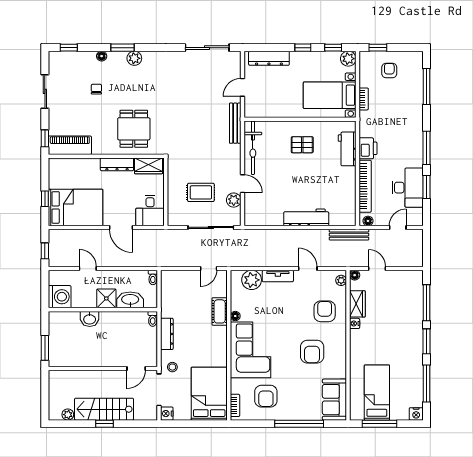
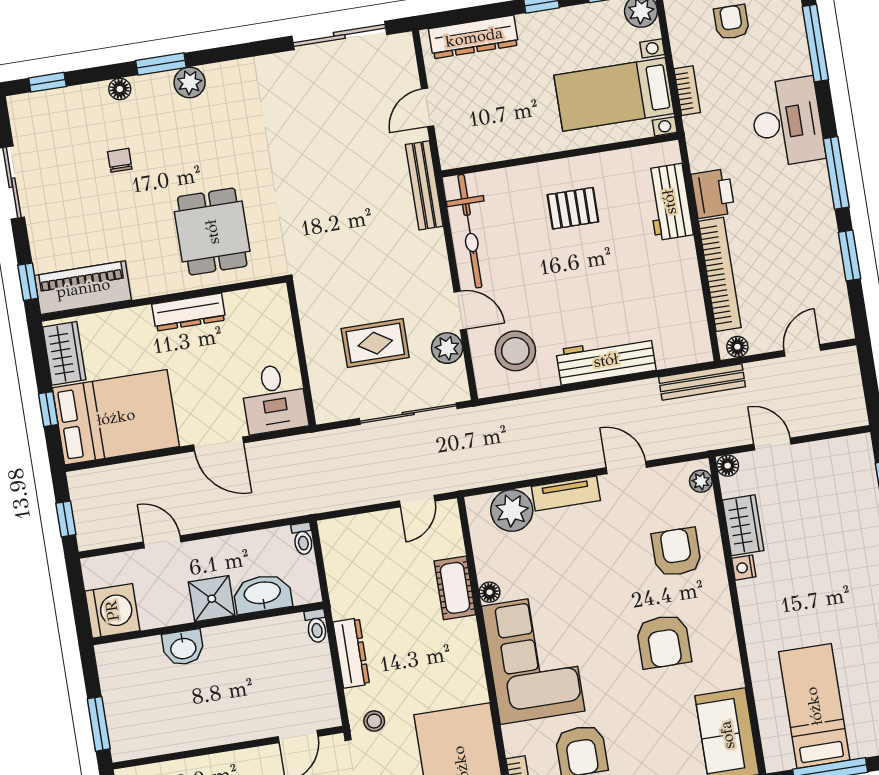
wardrobe: (148, 166) -> (64, 353), moved, turned -90
desk: (408, 188) -> (787, 122), moved
stool: (265, 206) -> (515, 351), added

